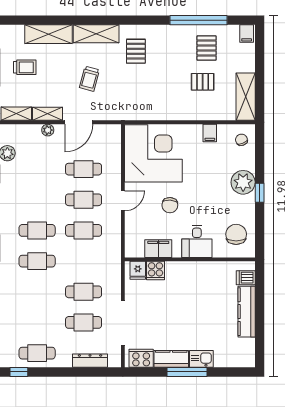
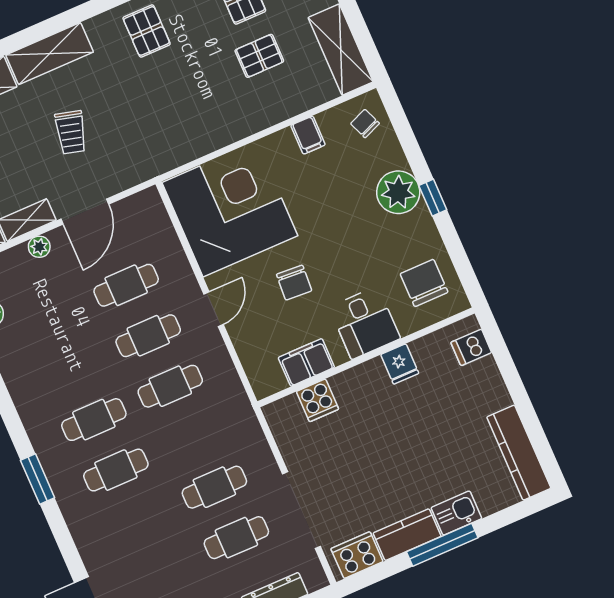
pallet: (136, 51) -> (147, 31), moved
fridge: (138, 270) -> (400, 364), moved
kitchen counter: (247, 312) -> (519, 453), moved

